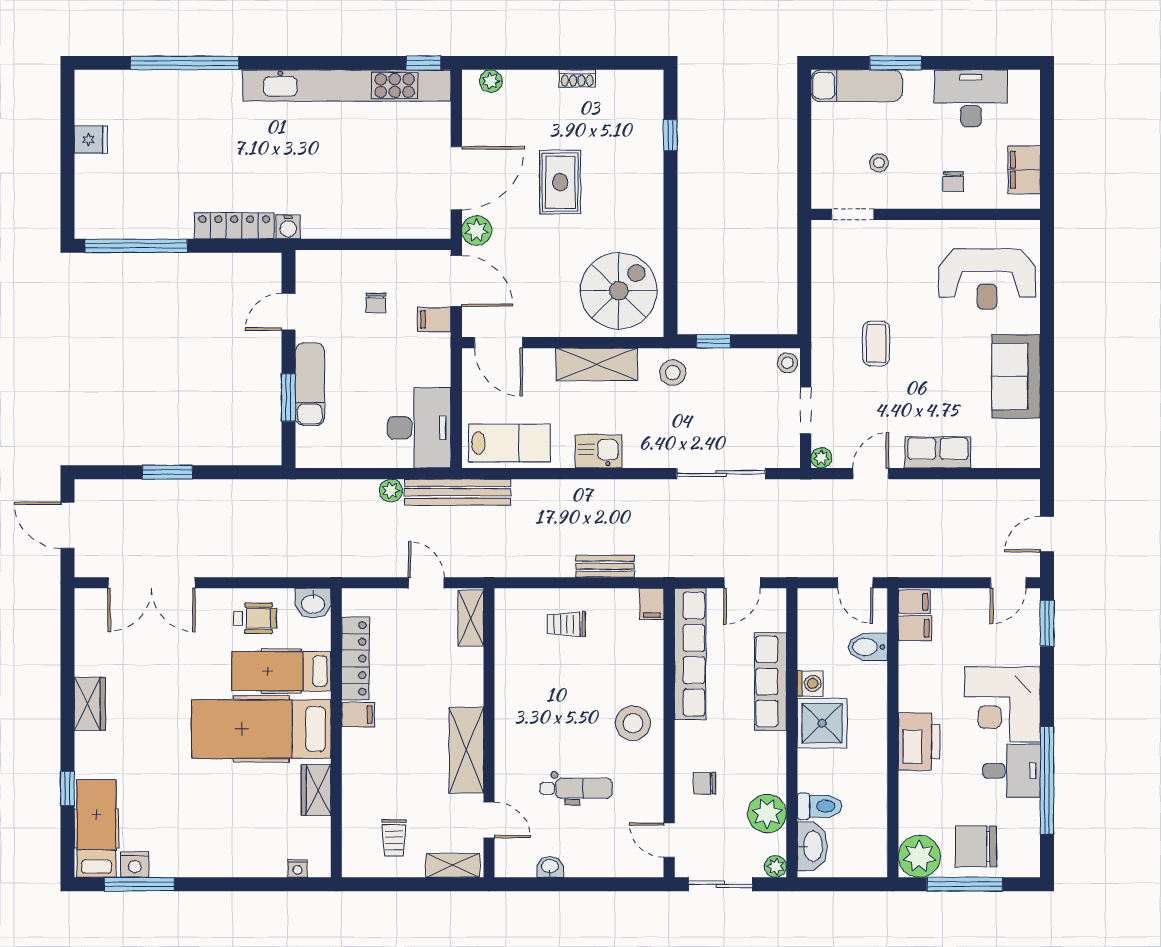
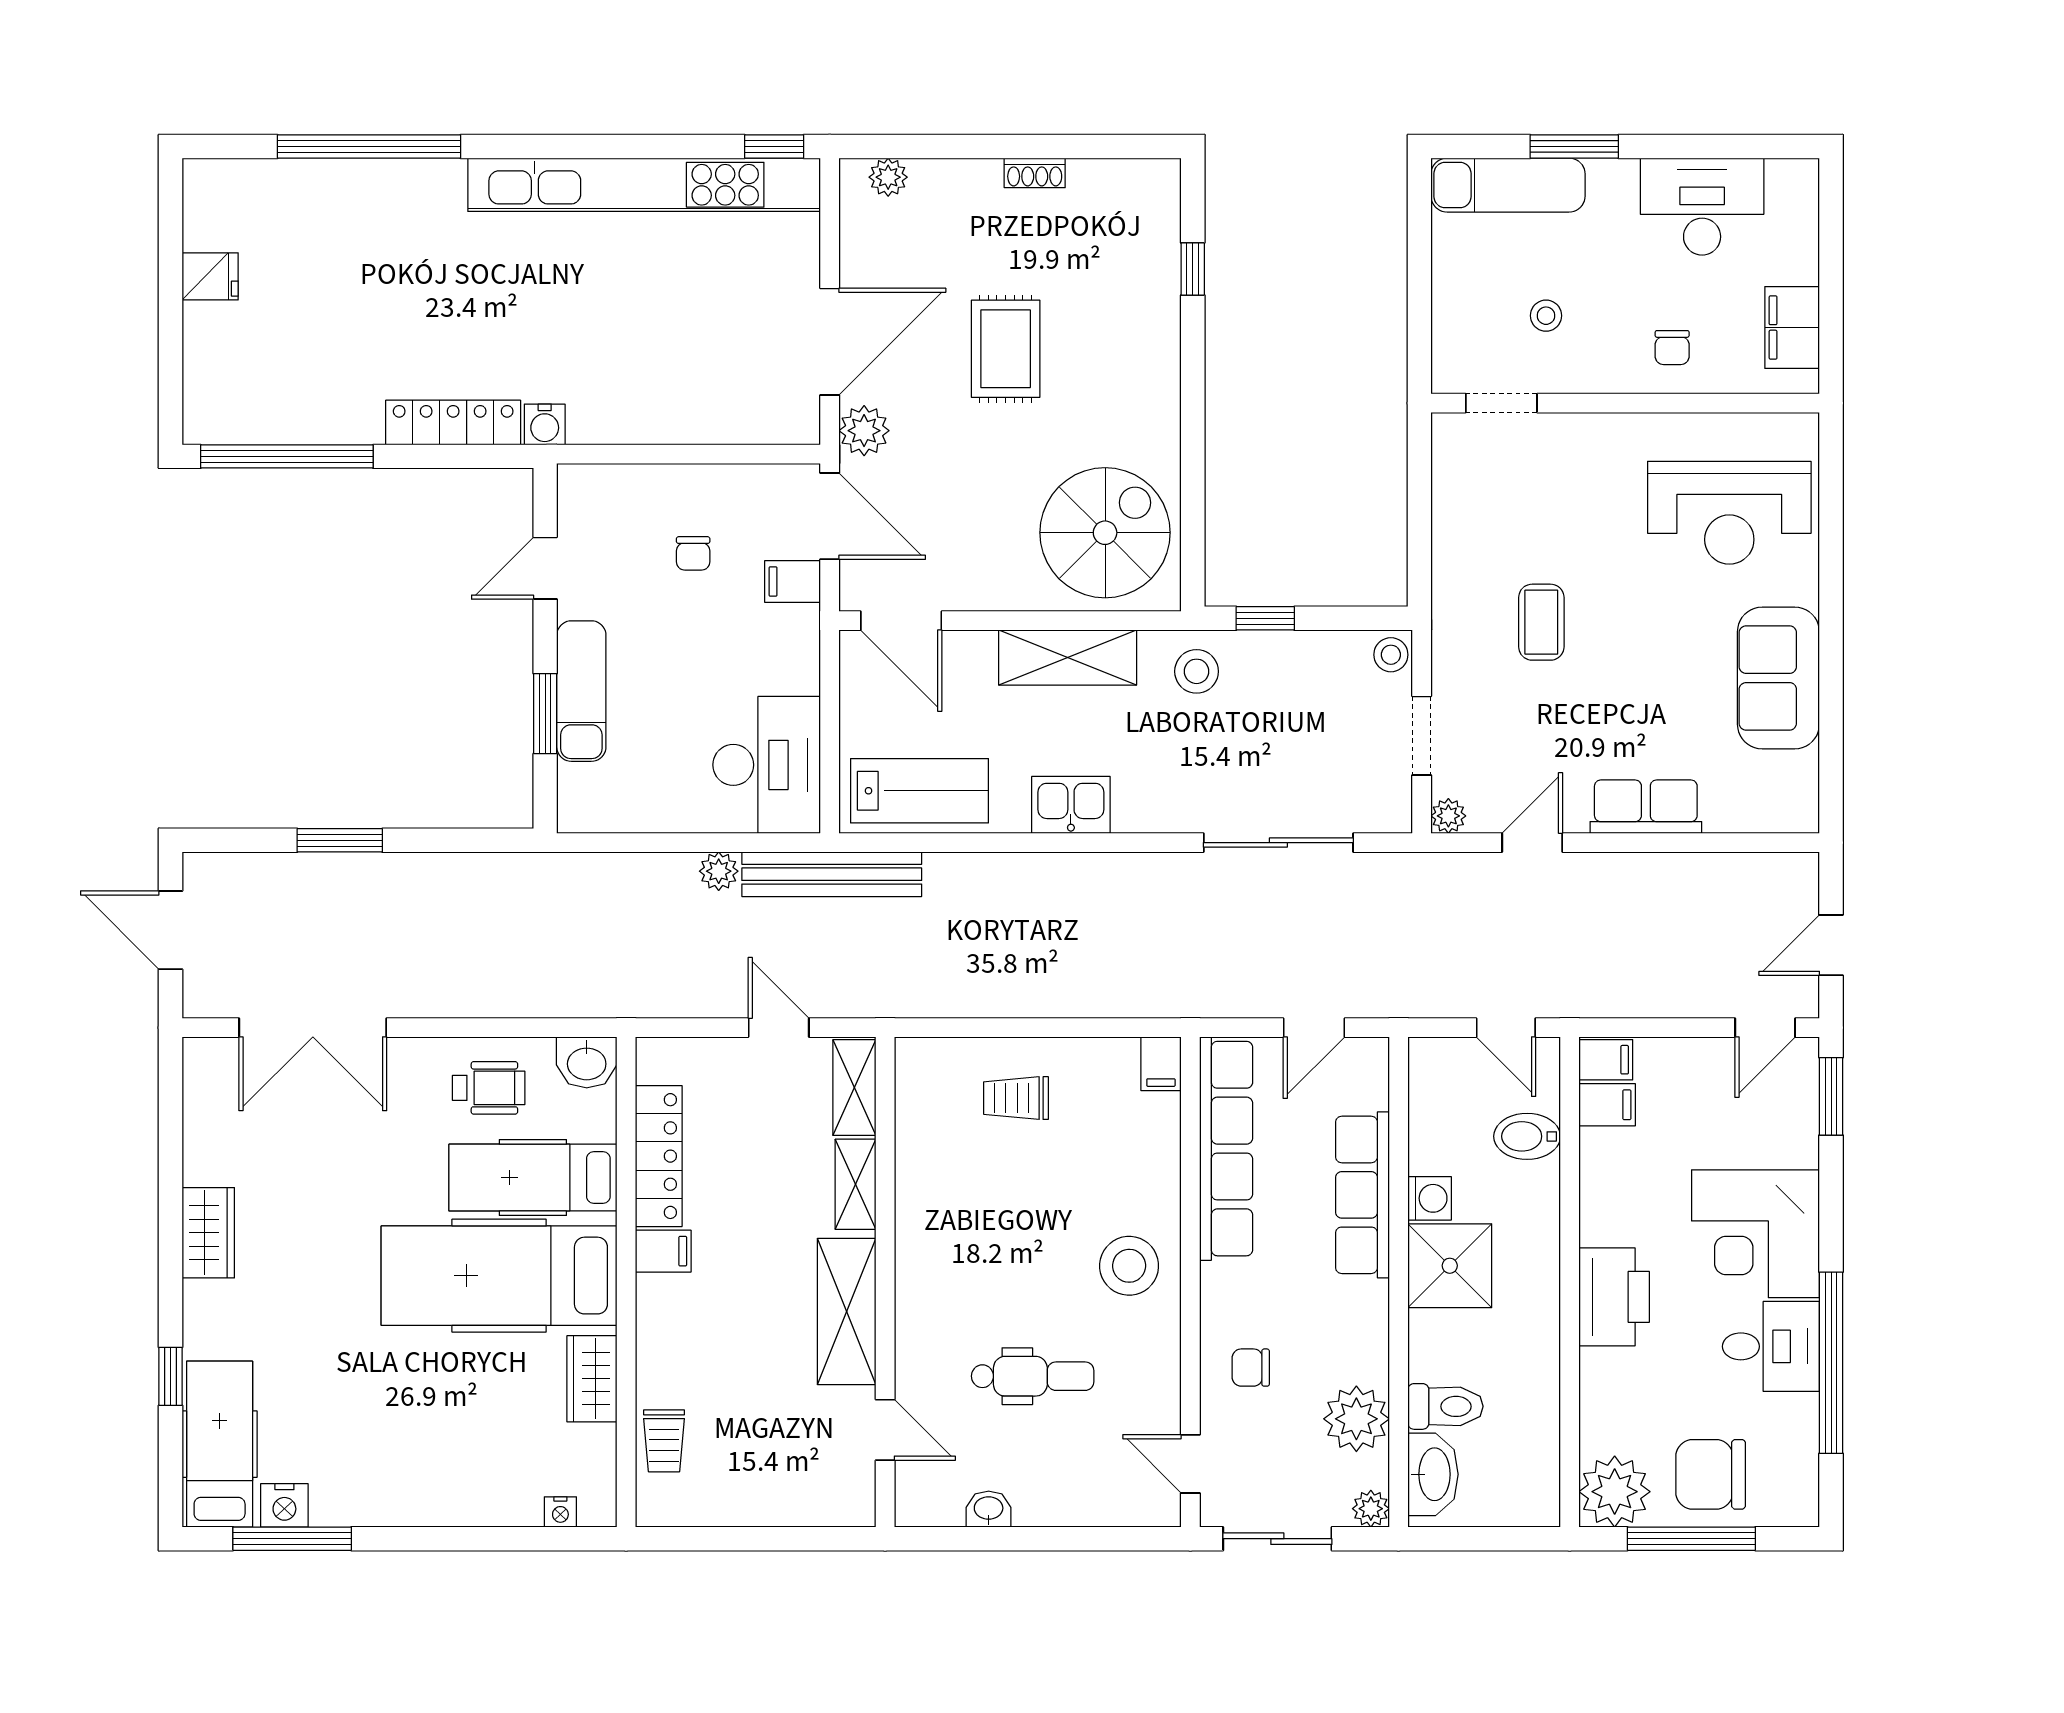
bench: (605, 566) -> (1082, 1000), removed
trolley: (394, 838) -> (664, 1441), moved
shelving: (453, 865) -> (856, 1184), moved, turned 90

